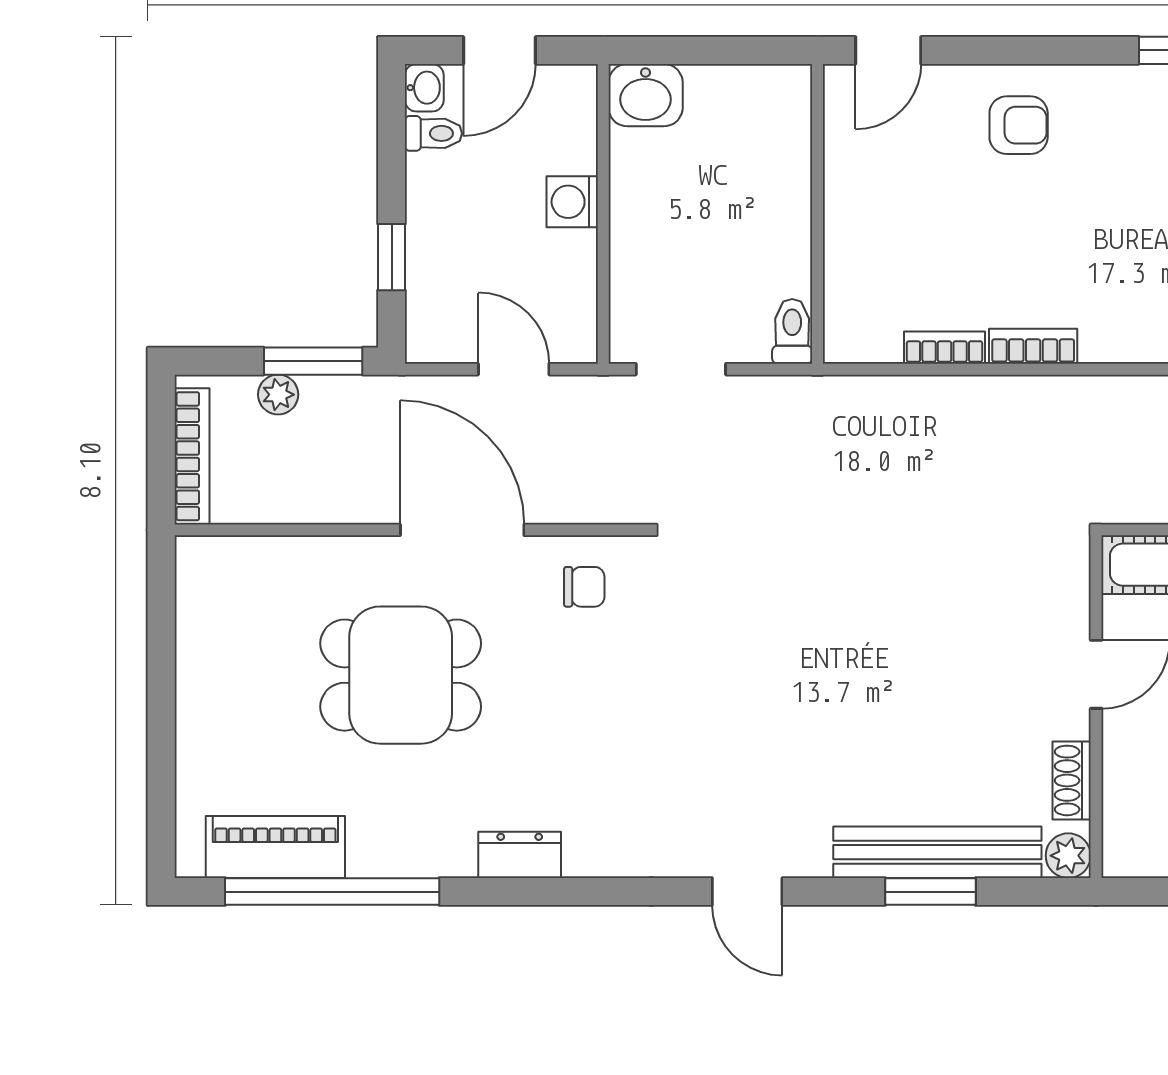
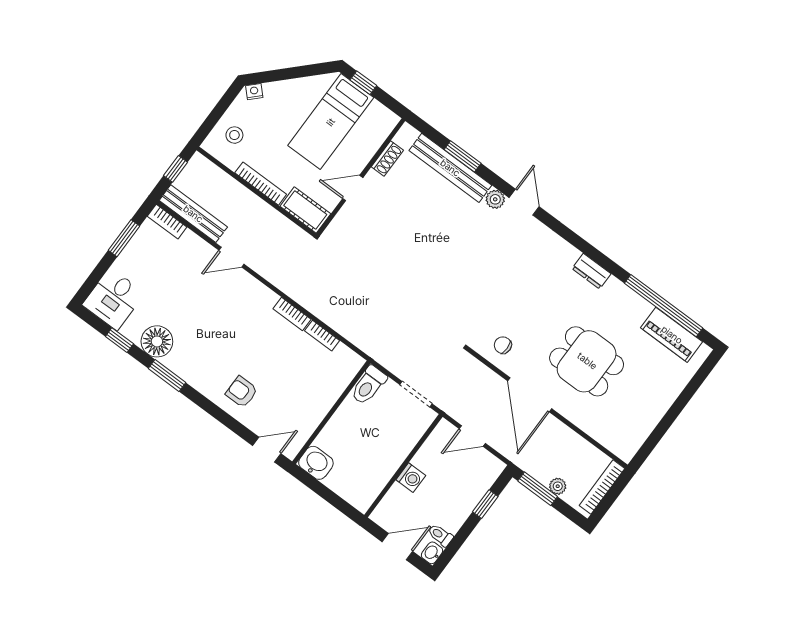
washbasin: (646, 95) -> (316, 463), moved
toilet: (792, 331) -> (369, 385), width x1.37, depth x1.39
door: (514, 369) -> (472, 436), hinge flipped
plant: (1068, 856) -> (495, 199), moved

